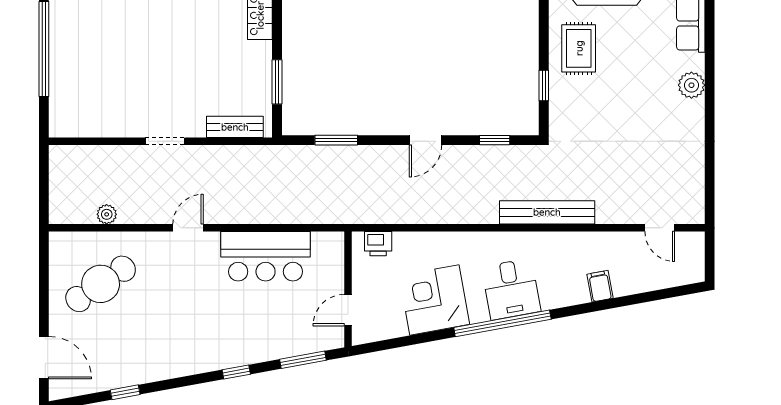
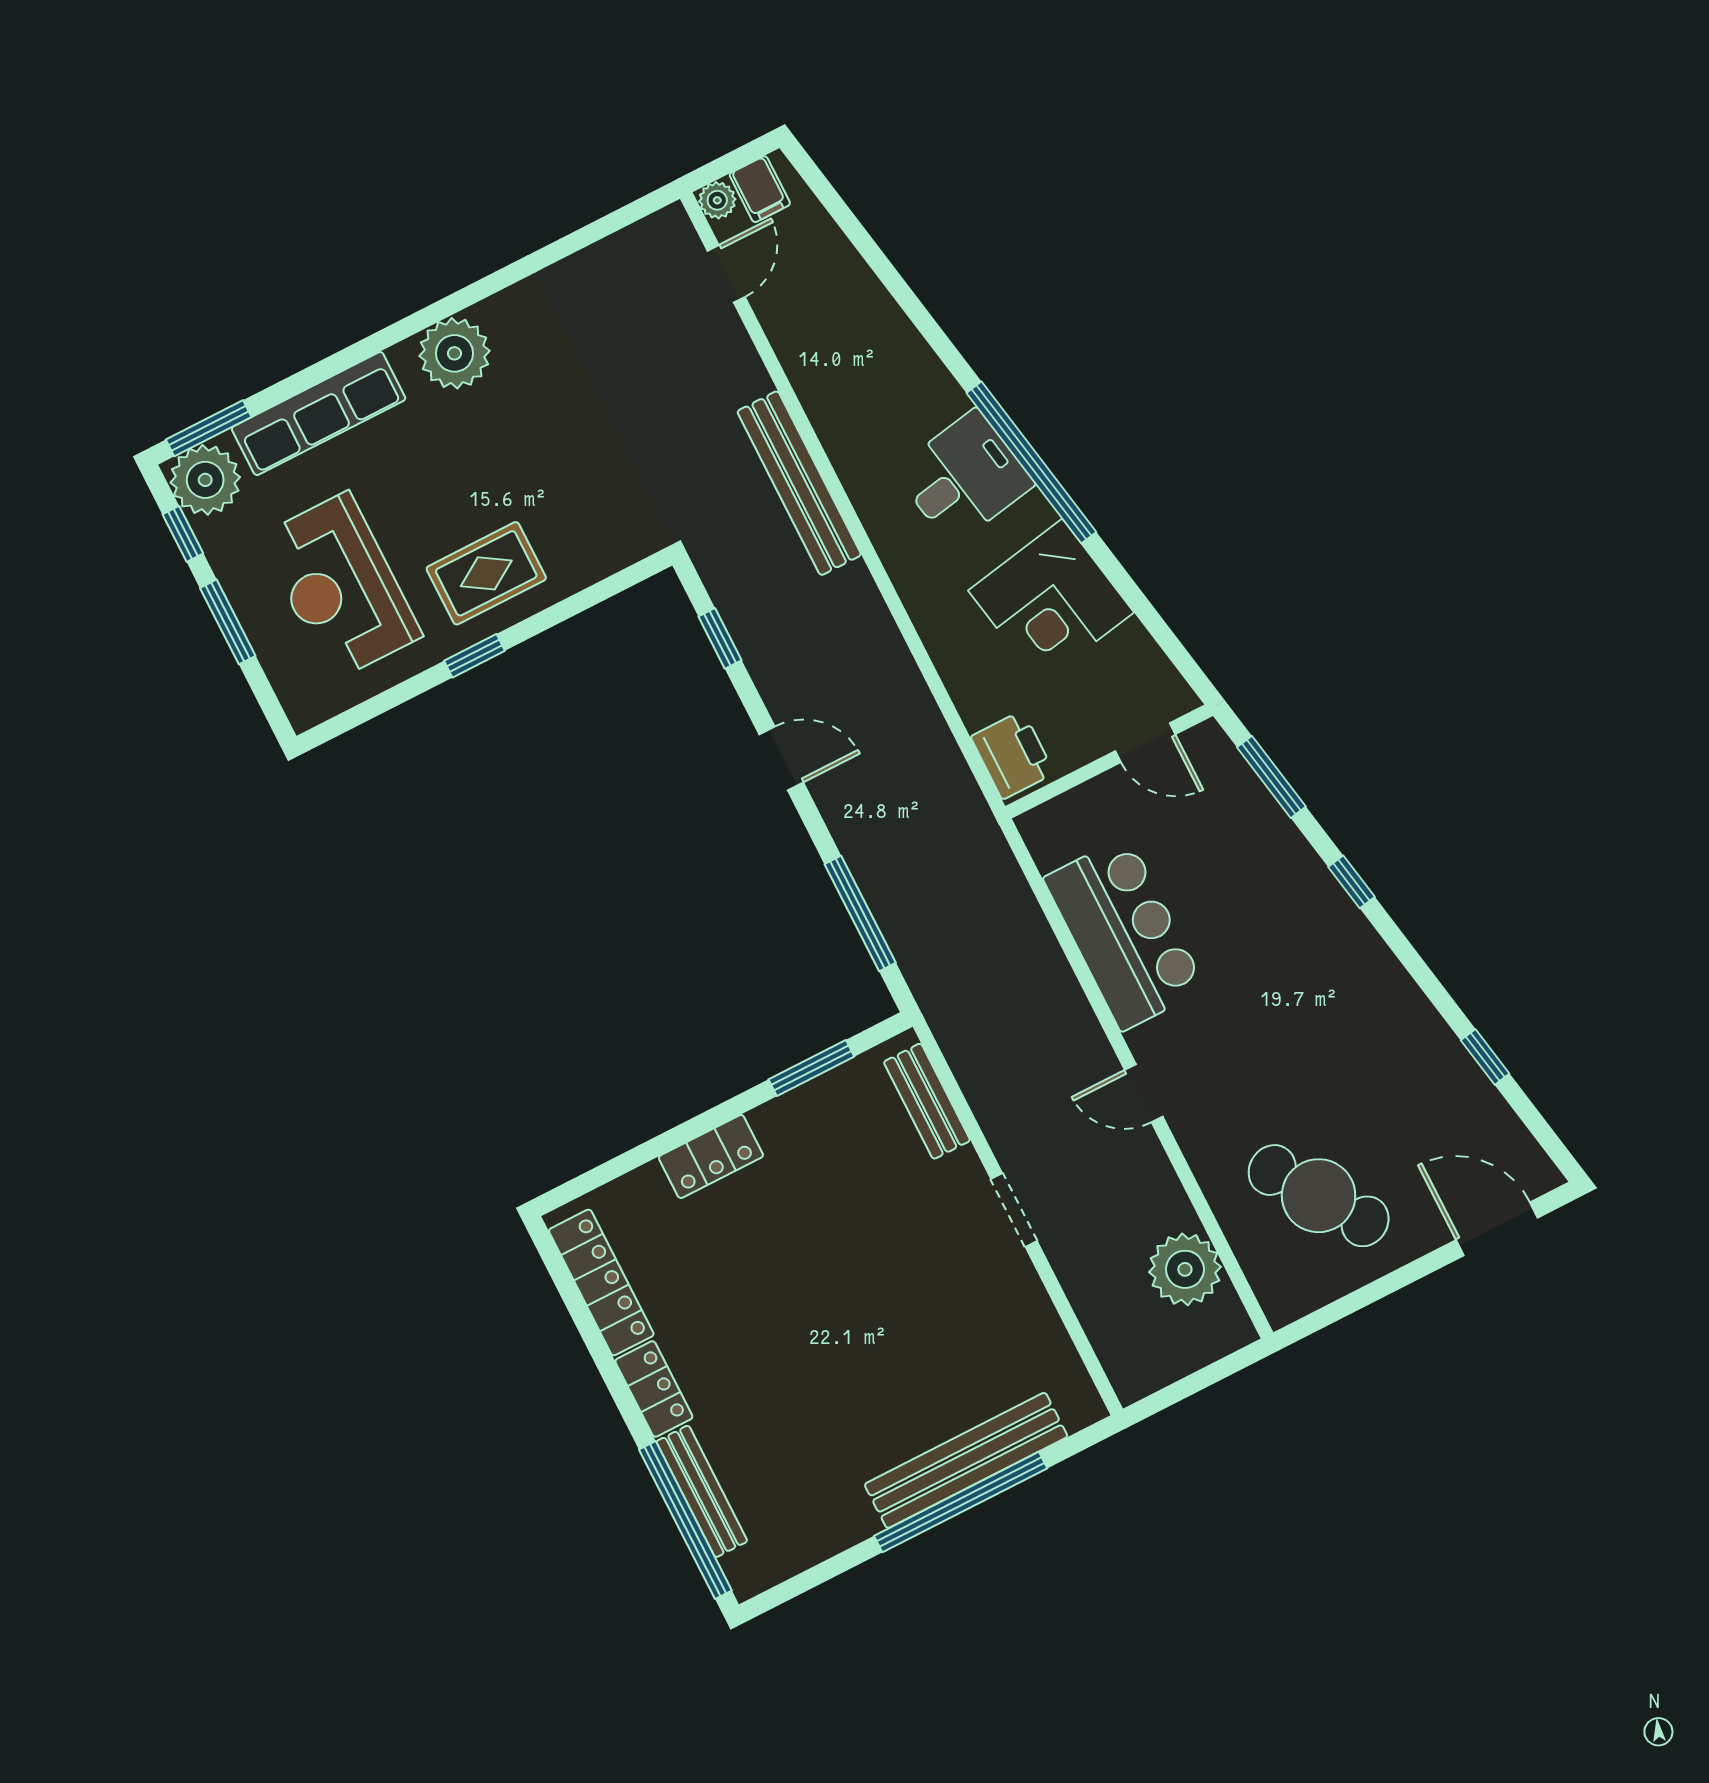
bench: (62, 61) -> (966, 1460), added
window: (544, 85) -> (475, 656), moved
plant: (691, 85) -> (454, 353), width x1.36, depth x1.36
window: (336, 140) -> (860, 913), width x1.44
plant: (107, 214) -> (1185, 1269), width x1.87, depth x1.87
plant: (695, 241) -> (717, 200), added
printer: (378, 244) -> (1013, 755), width x1.36, depth x1.24
filing cabinet: (600, 286) -> (760, 189), moved, turned -80
door: (44, 358) -> (1497, 1229), hinge flipped

